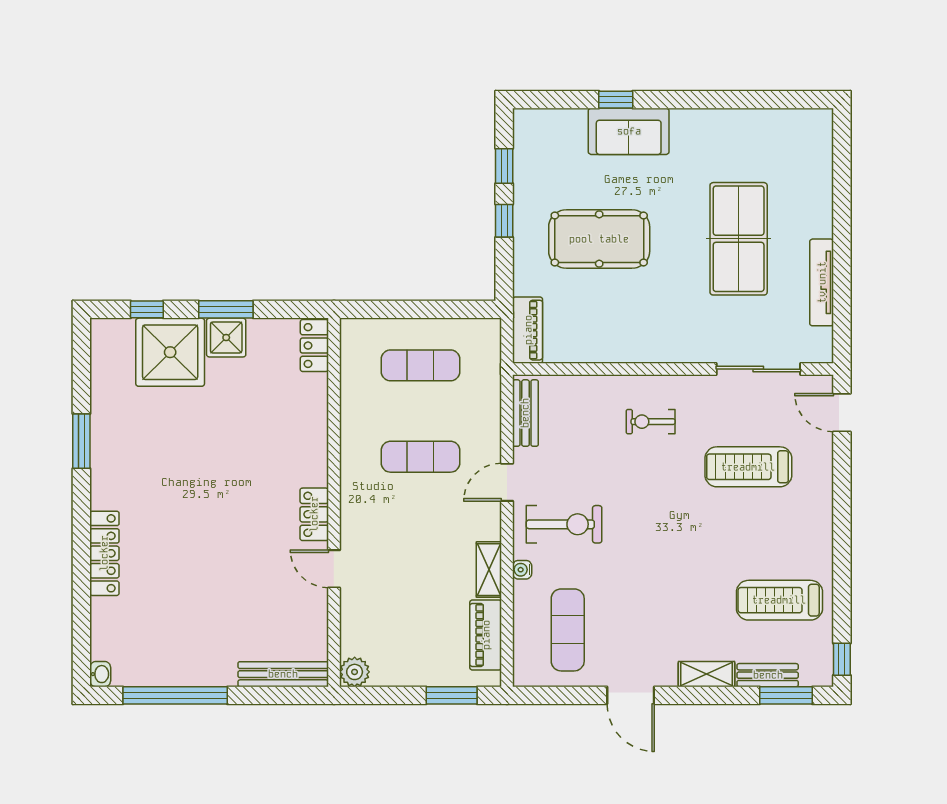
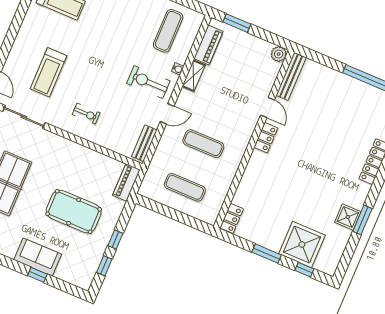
shower: (226, 338) -> (348, 217), moved
treadmill: (748, 467) -> (49, 72), turned 90
bench: (283, 674) -> (291, 76), moved, turned 90

